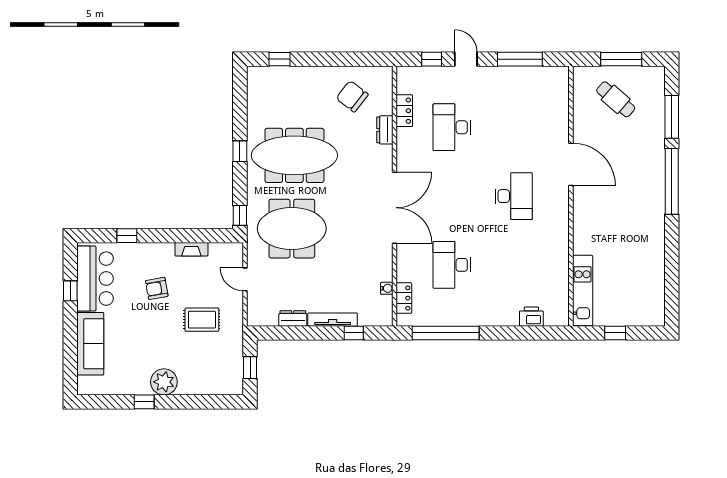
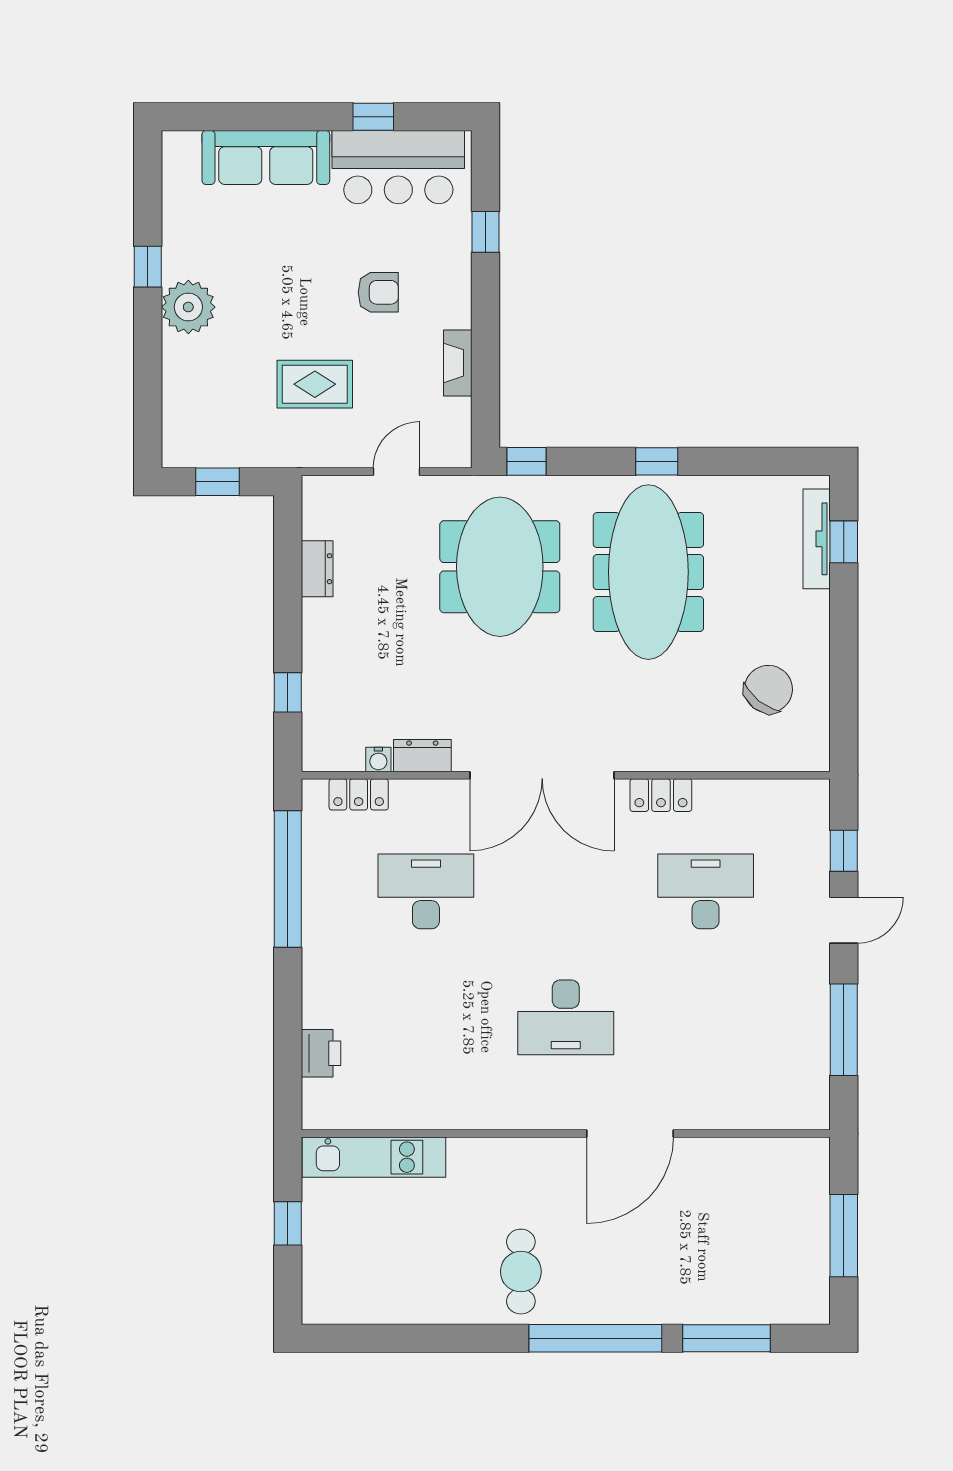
cafe table: (616, 99) -> (521, 1272), moved, turned -41
locker: (404, 111) -> (661, 795), moved
dresser: (385, 130) -> (422, 756), moved
armchair: (157, 288) -> (378, 292), turned 100
rug: (202, 320) -> (315, 384), turned 90
tv unit: (333, 320) -> (817, 539), moved, turned 180

